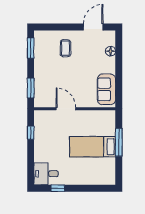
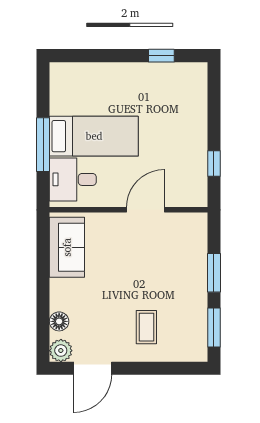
plant: (110, 36) -> (61, 351), added
window: (31, 88) -> (214, 273), moved
door: (66, 109) -> (145, 210), swing flipped
desk: (46, 174) -> (73, 179), moved, turned 180

